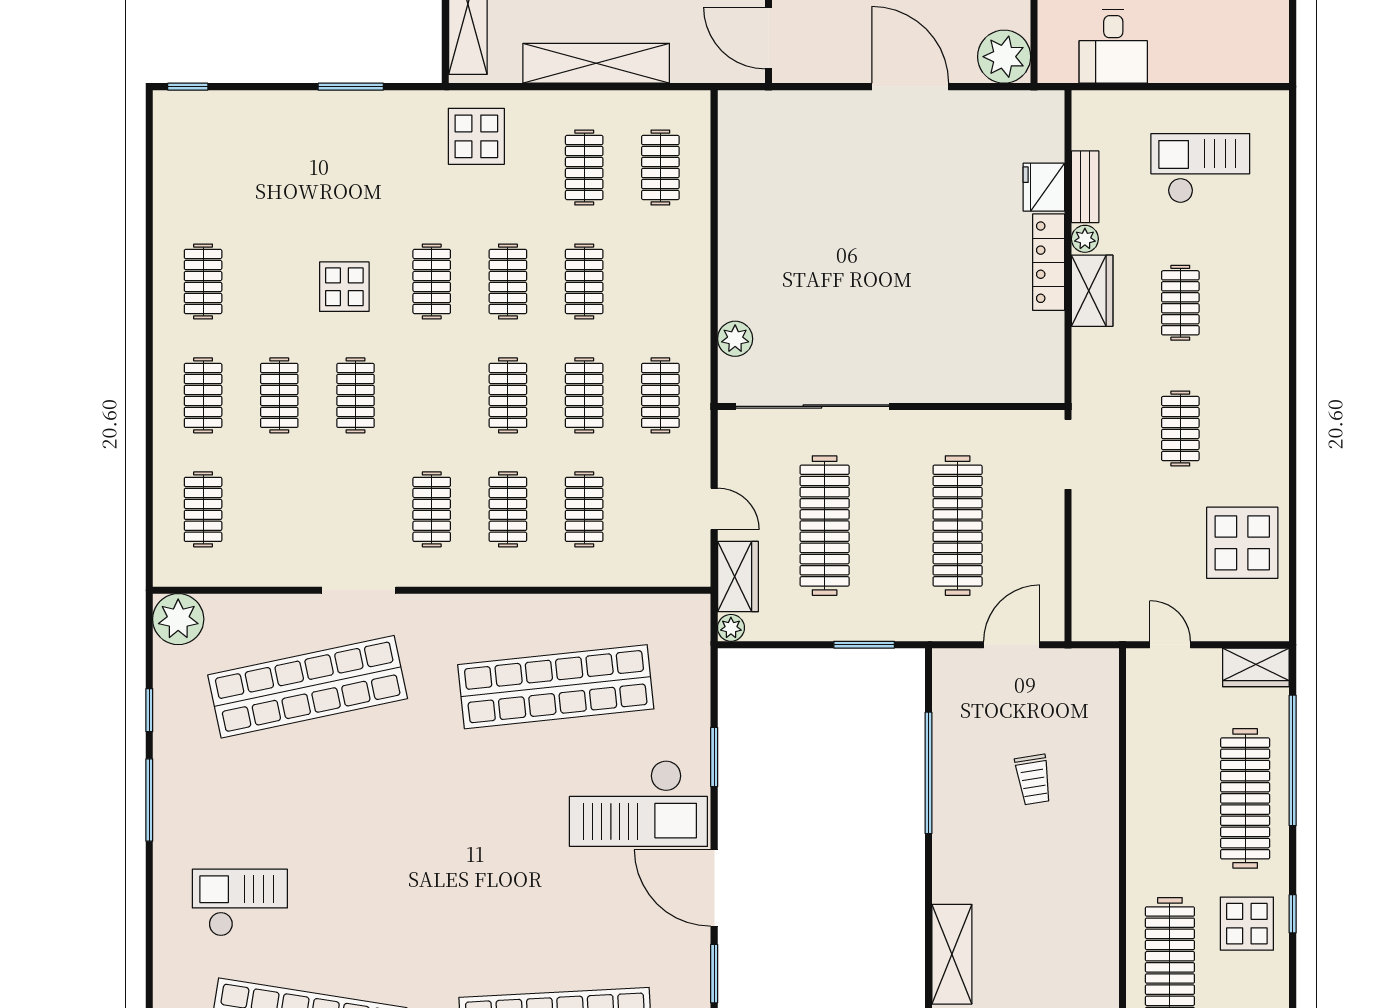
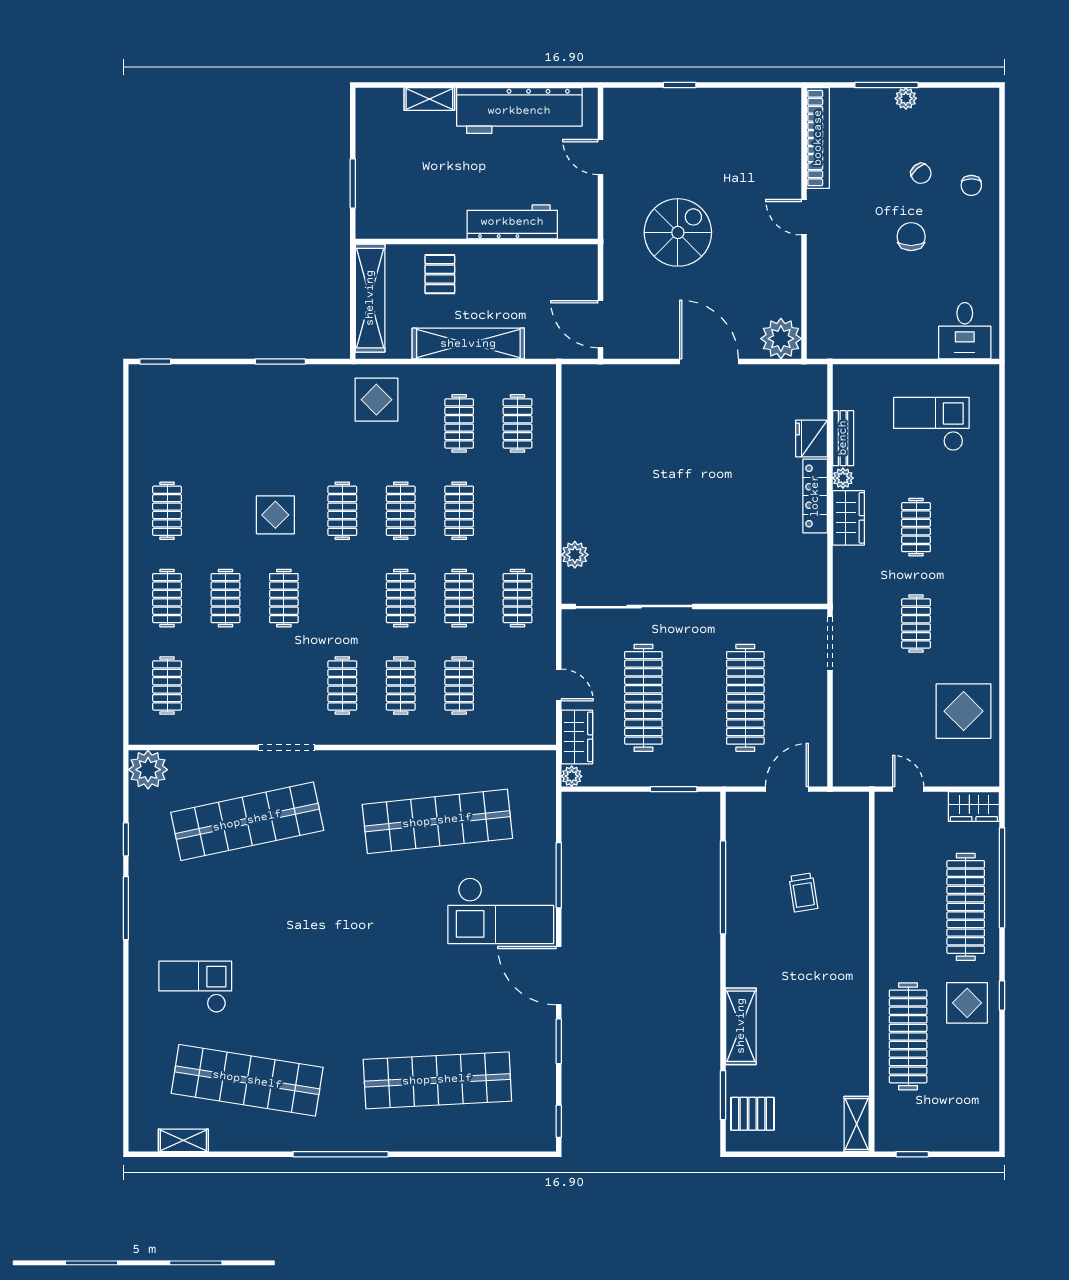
desk: (1113, 47) -> (965, 331), moved
window: (714, 757) -> (559, 875), width x1.44

